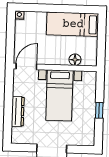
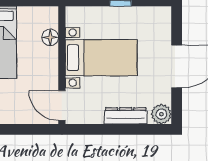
plant: (18, 137) -> (161, 114), added

